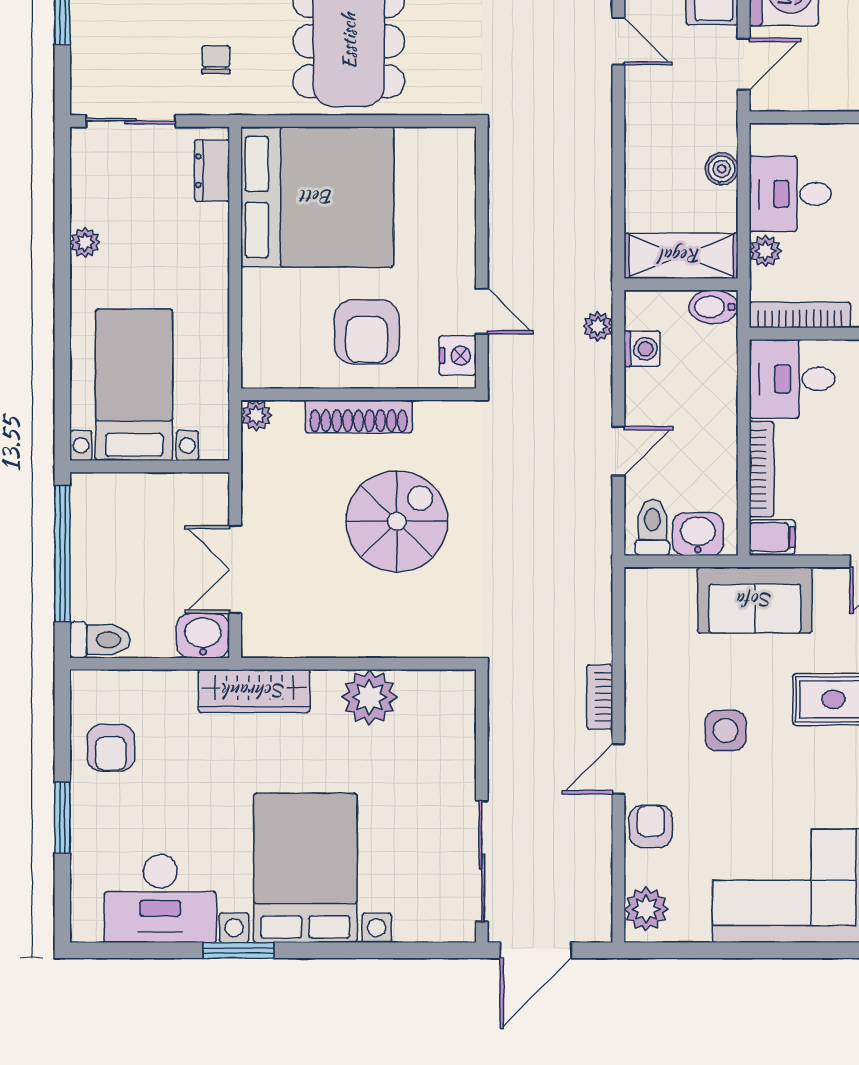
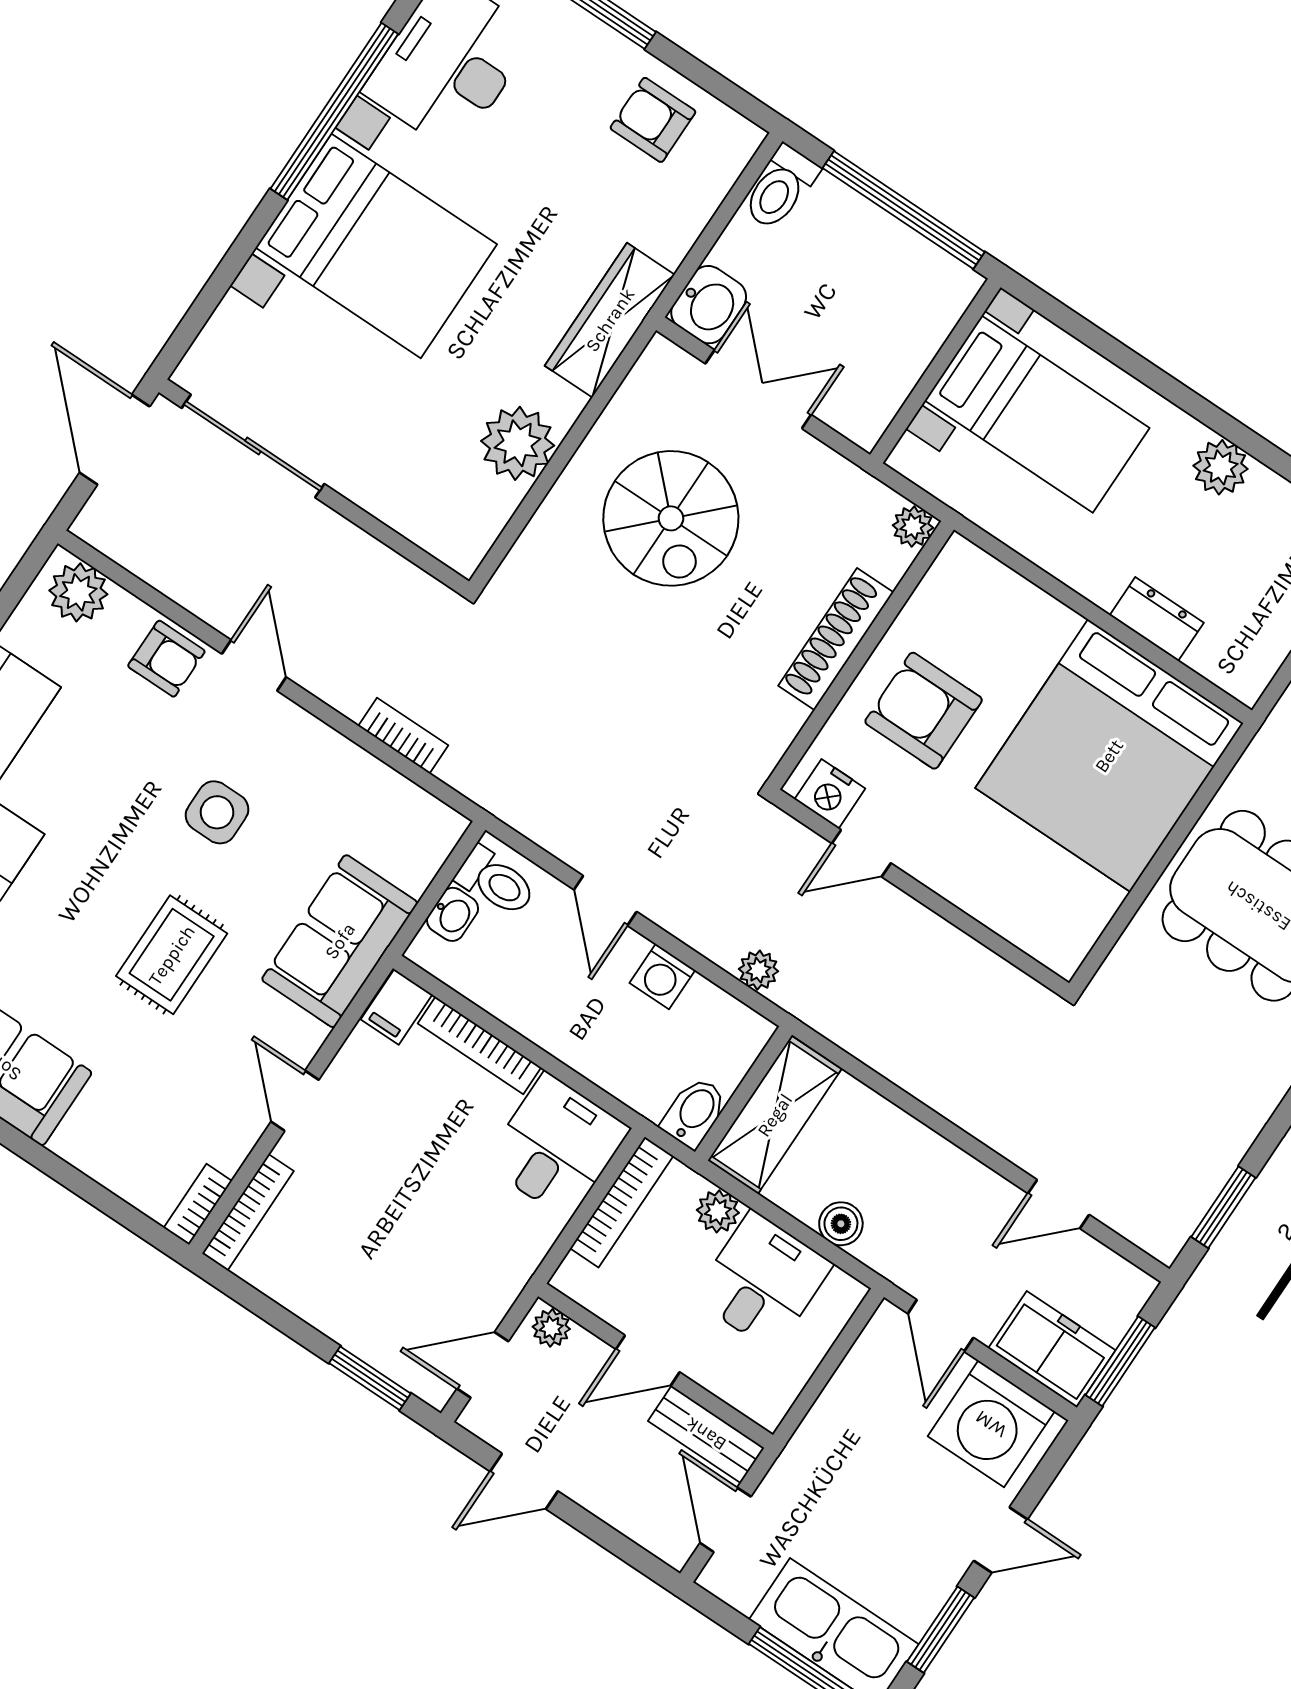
dresser: (212, 171) -> (1157, 619), moved
plant: (85, 242) -> (1221, 467), width x1.38, depth x1.38
washing machine: (642, 349) -> (662, 977), moved
spiral stairs: (397, 521) -> (671, 518), moved
washbasin: (698, 534) -> (453, 914), width x0.72, depth x0.69
bookcase: (600, 697) -> (403, 736), moved
window: (239, 950) -> (334, 111), width x2.11

